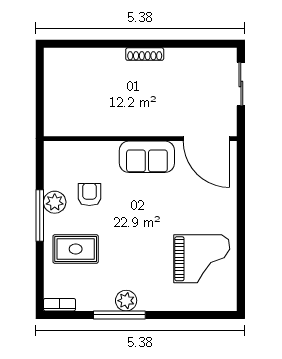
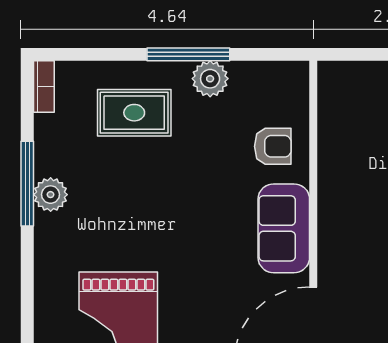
armchair: (89, 194) -> (273, 146), moved
rug: (76, 249) -> (134, 113), turned 90

